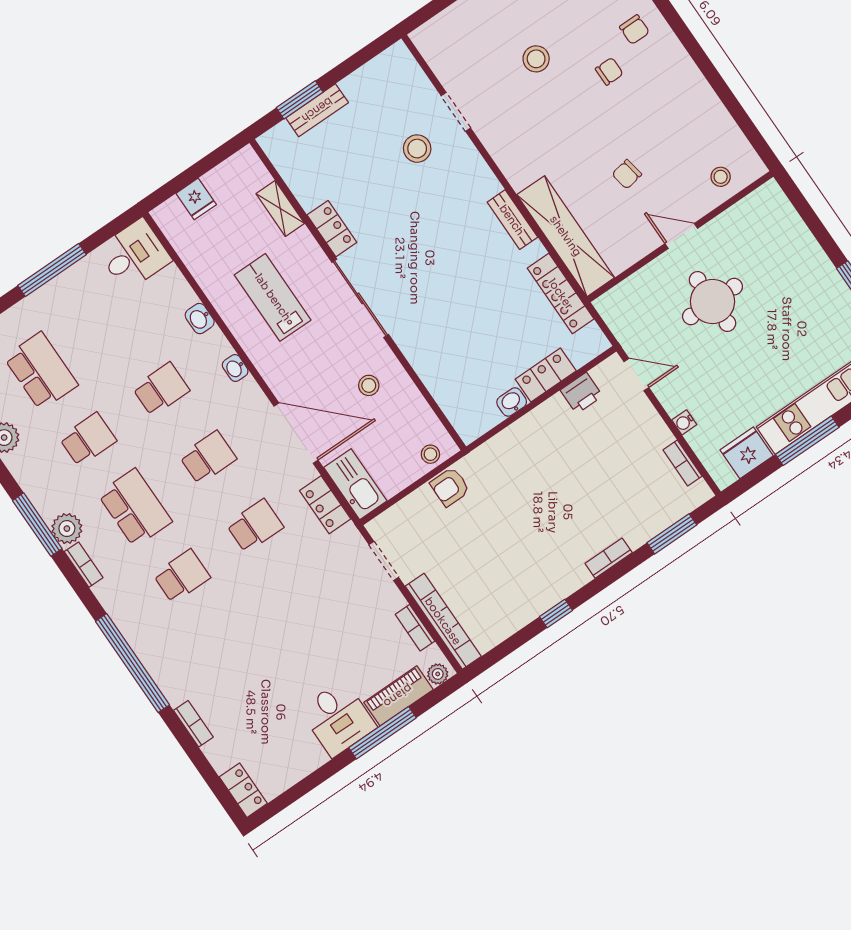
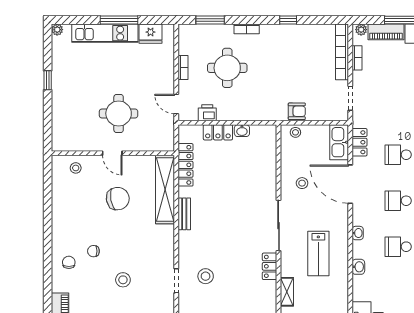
chair: (627, 174) -> (118, 199), width x1.87, depth x1.87
water cooler: (684, 422) -> (169, 67), removed
bookcase: (682, 463) -> (183, 67), moved
round table: (598, 480) -> (227, 68), added

